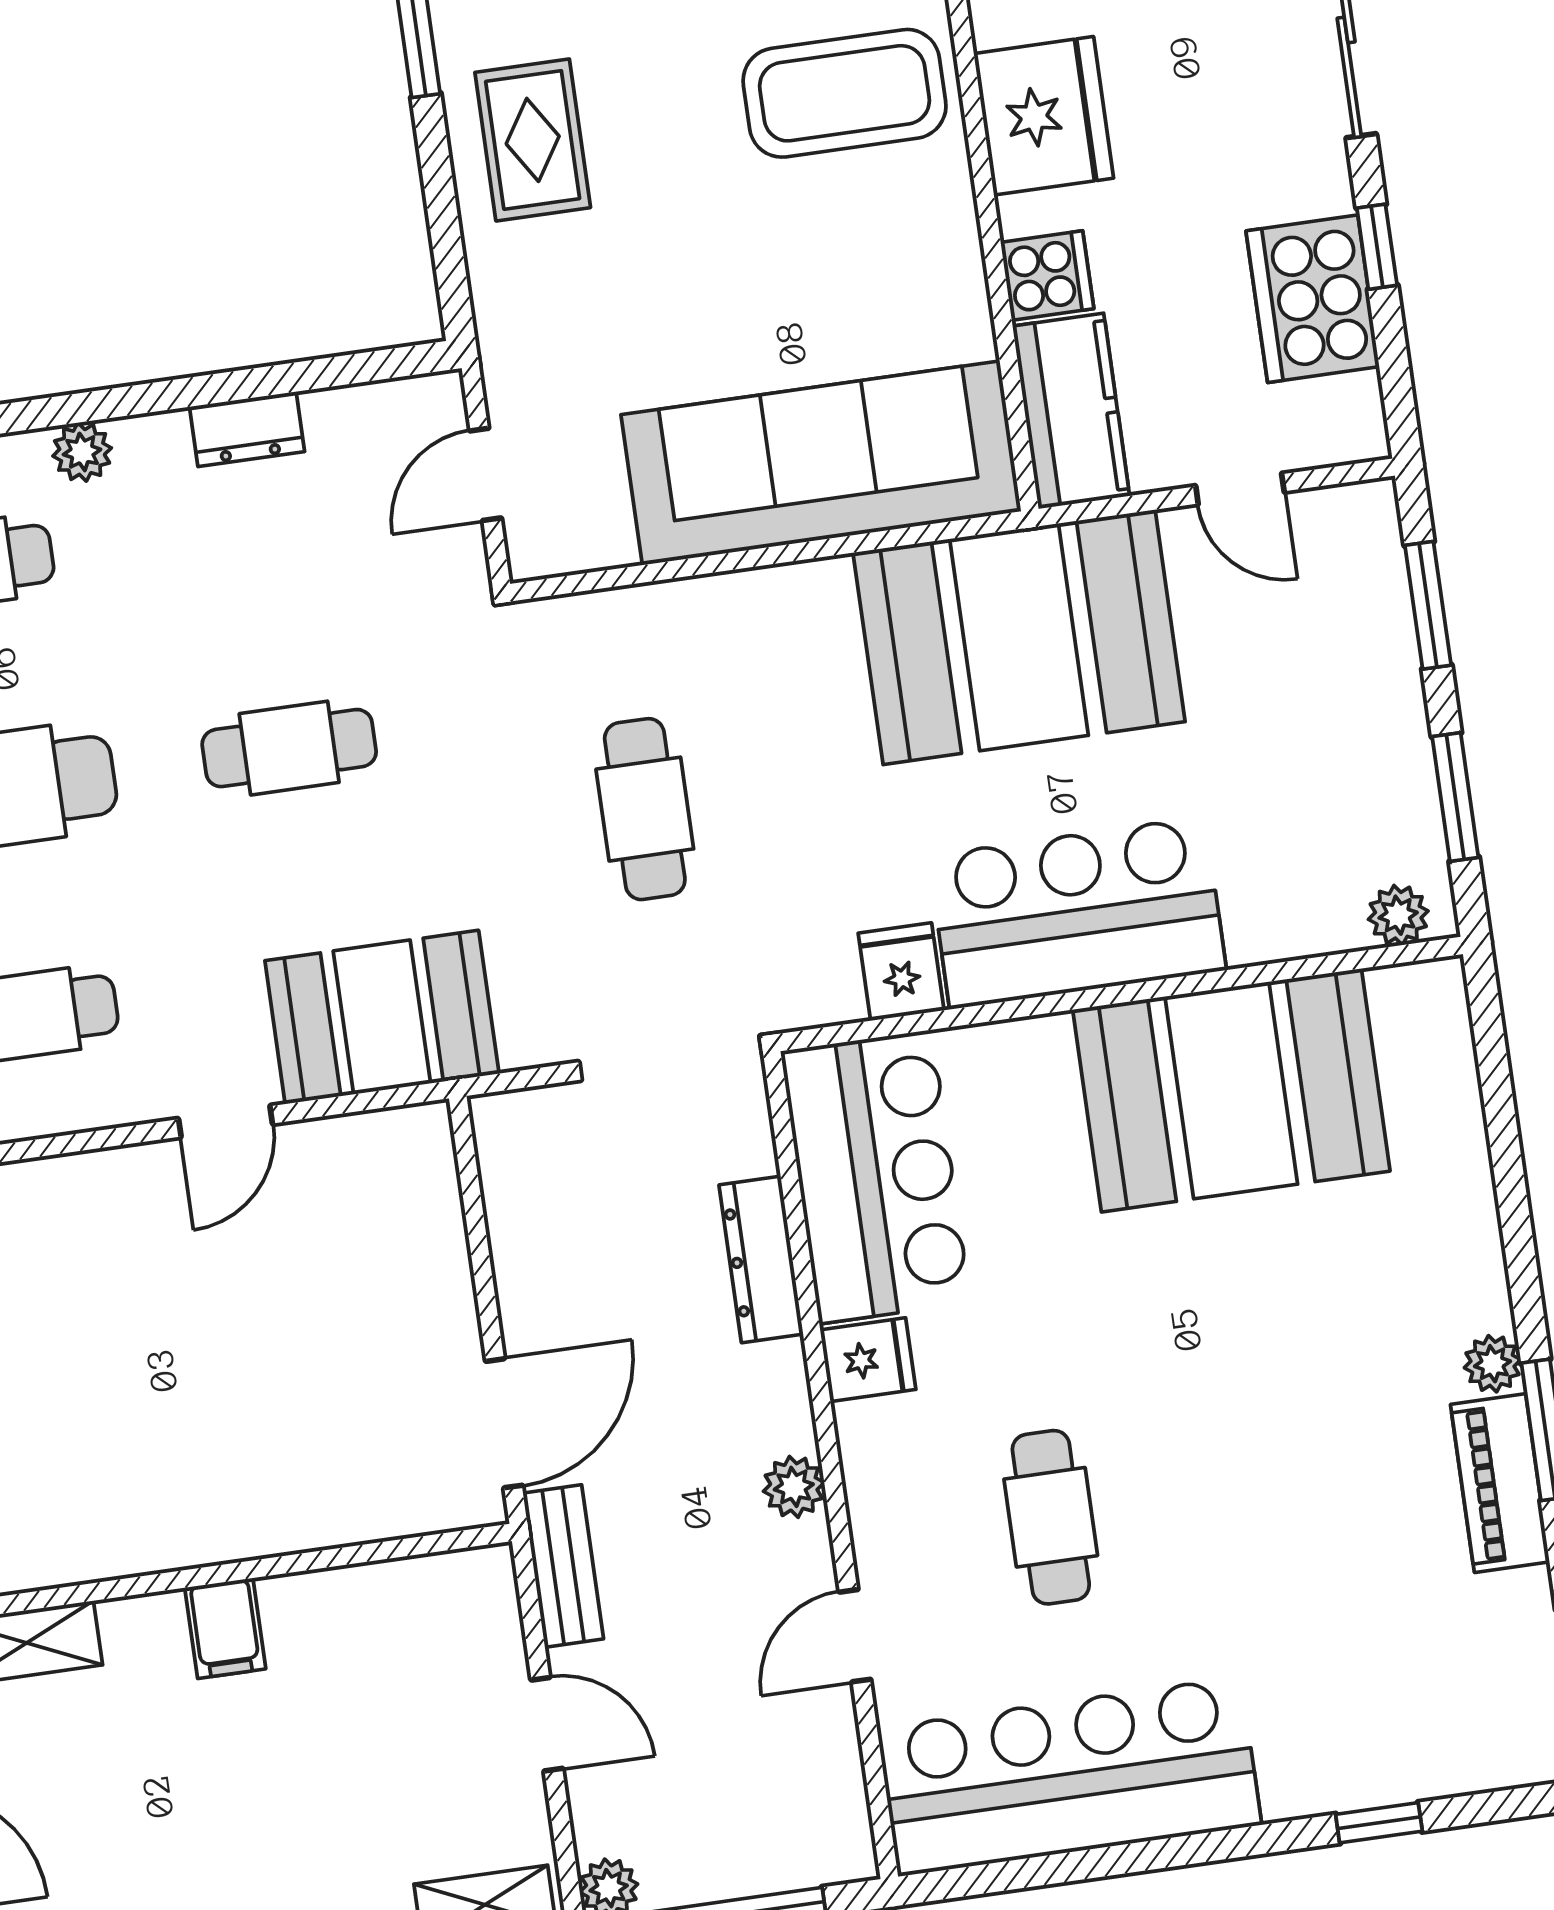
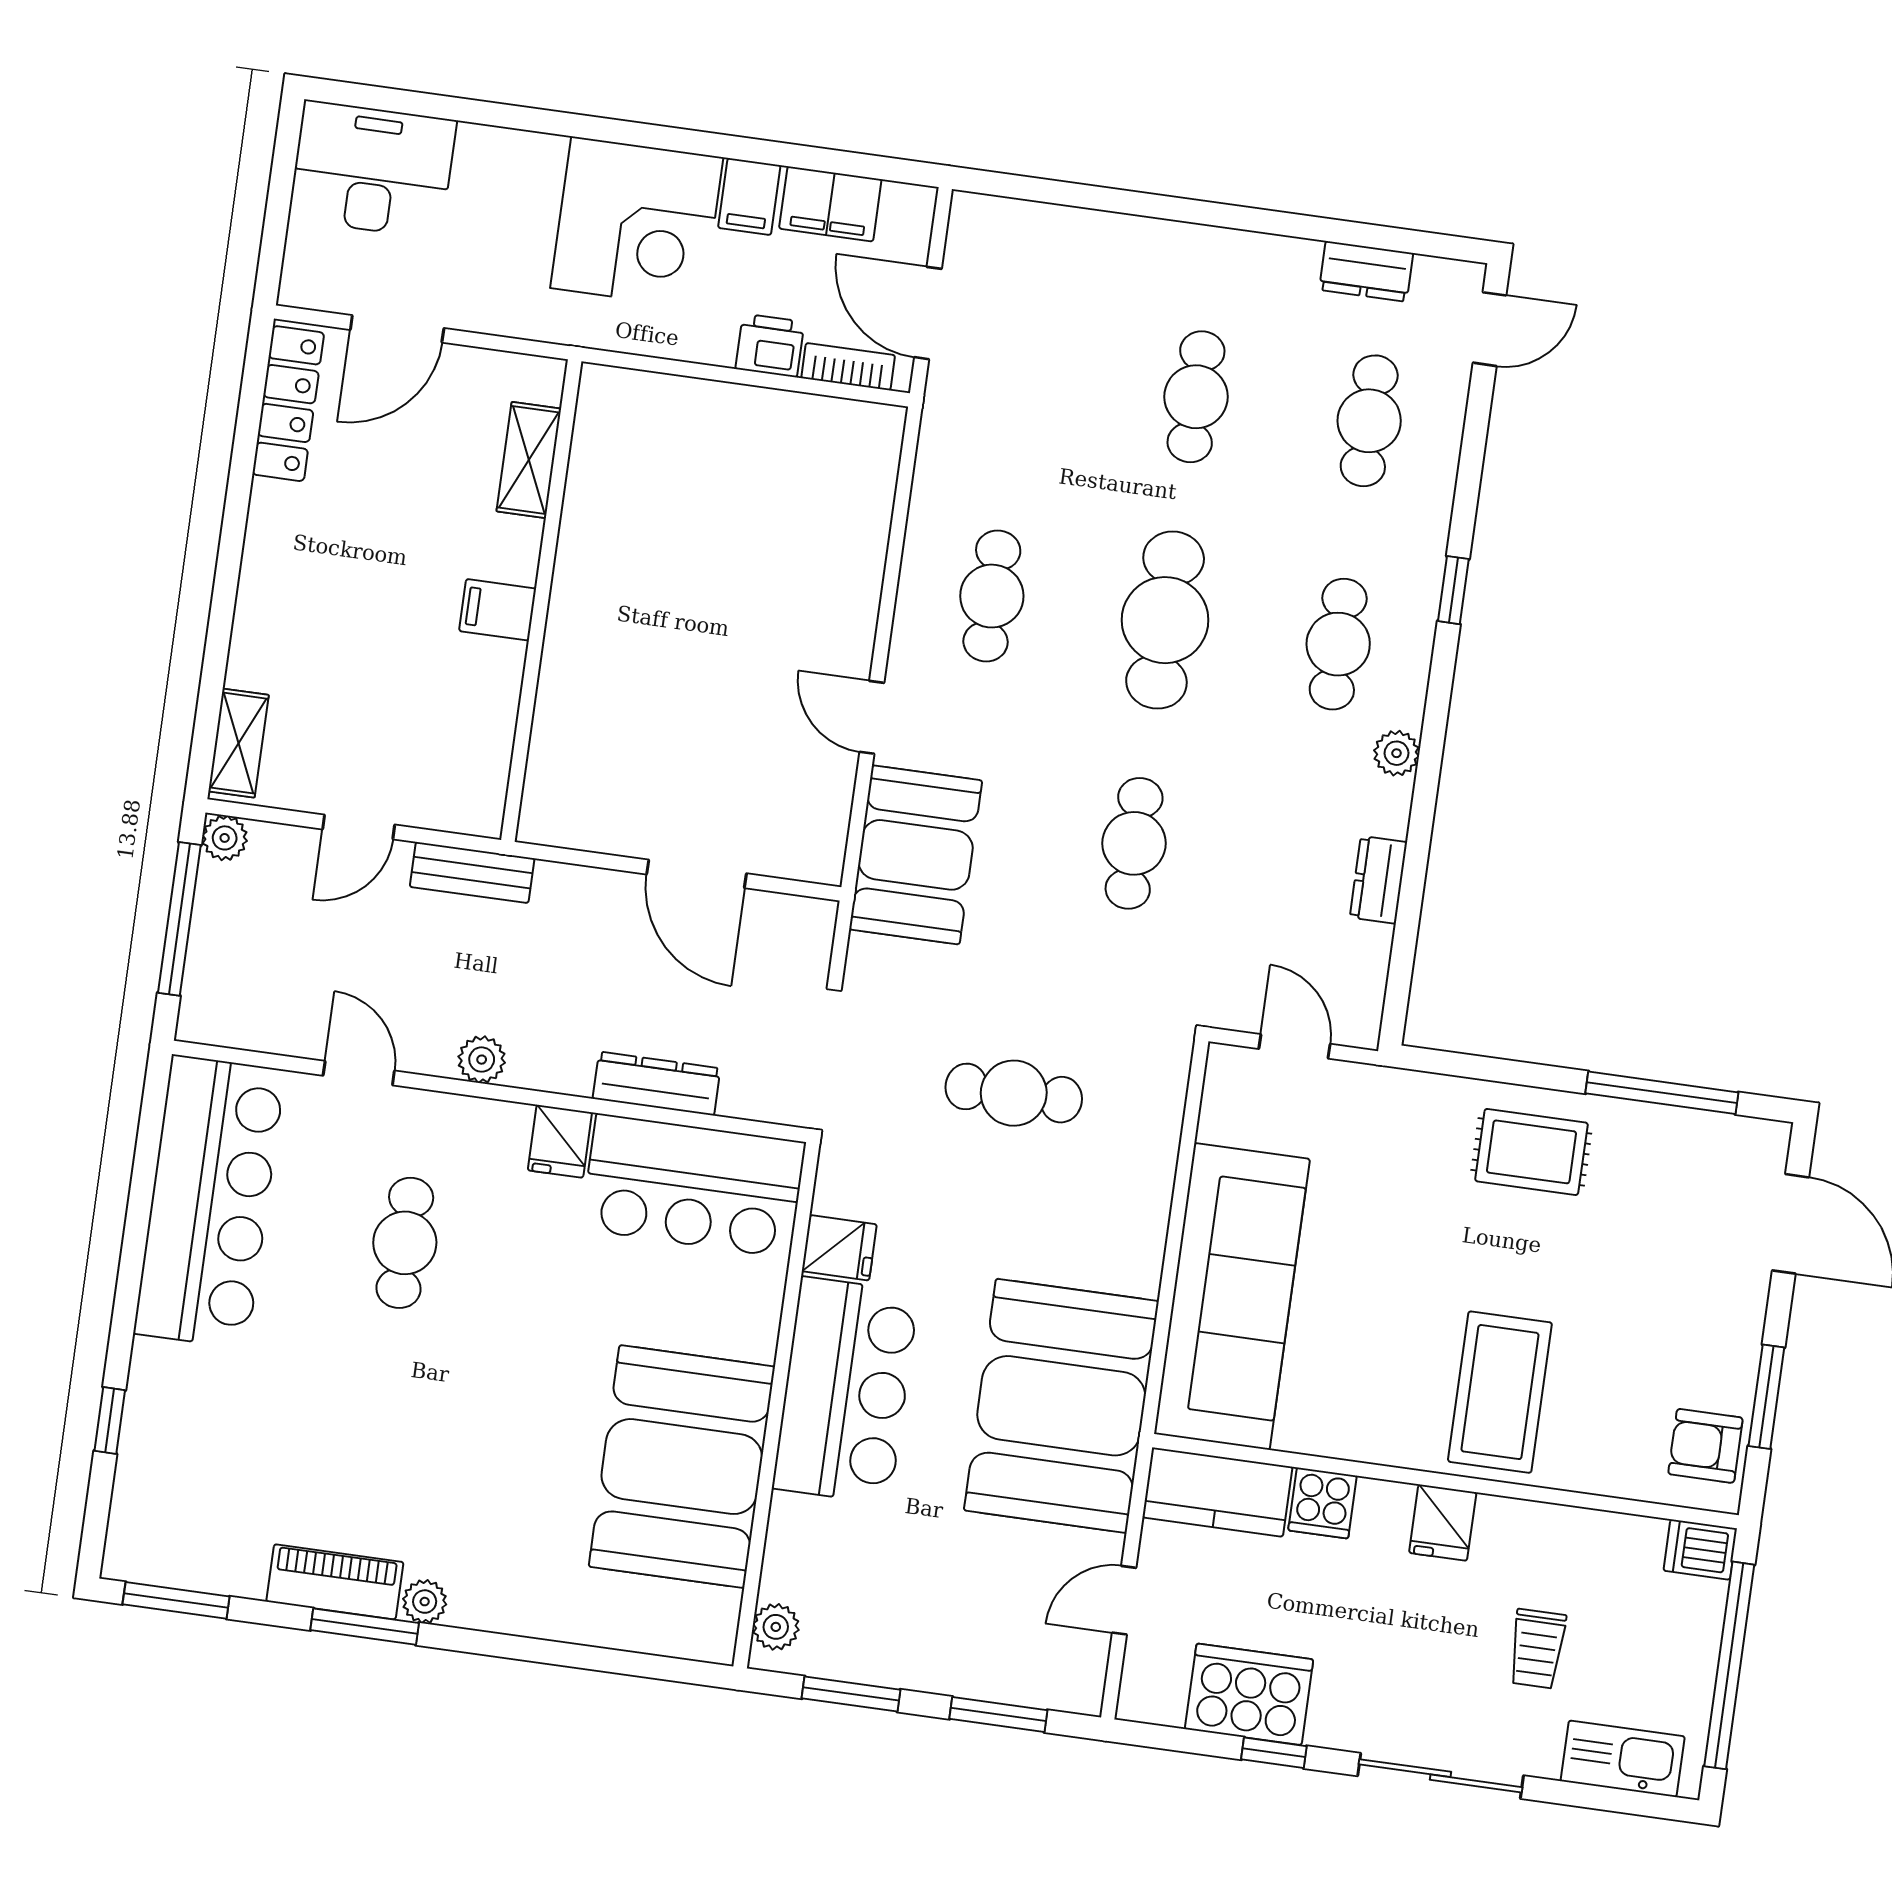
fridge: (1044, 116) -> (1443, 1523), width x0.53, depth x0.75
door: (504, 1423) -> (696, 874), moved
cafe table: (1051, 1517) -> (405, 1243), turned 90

